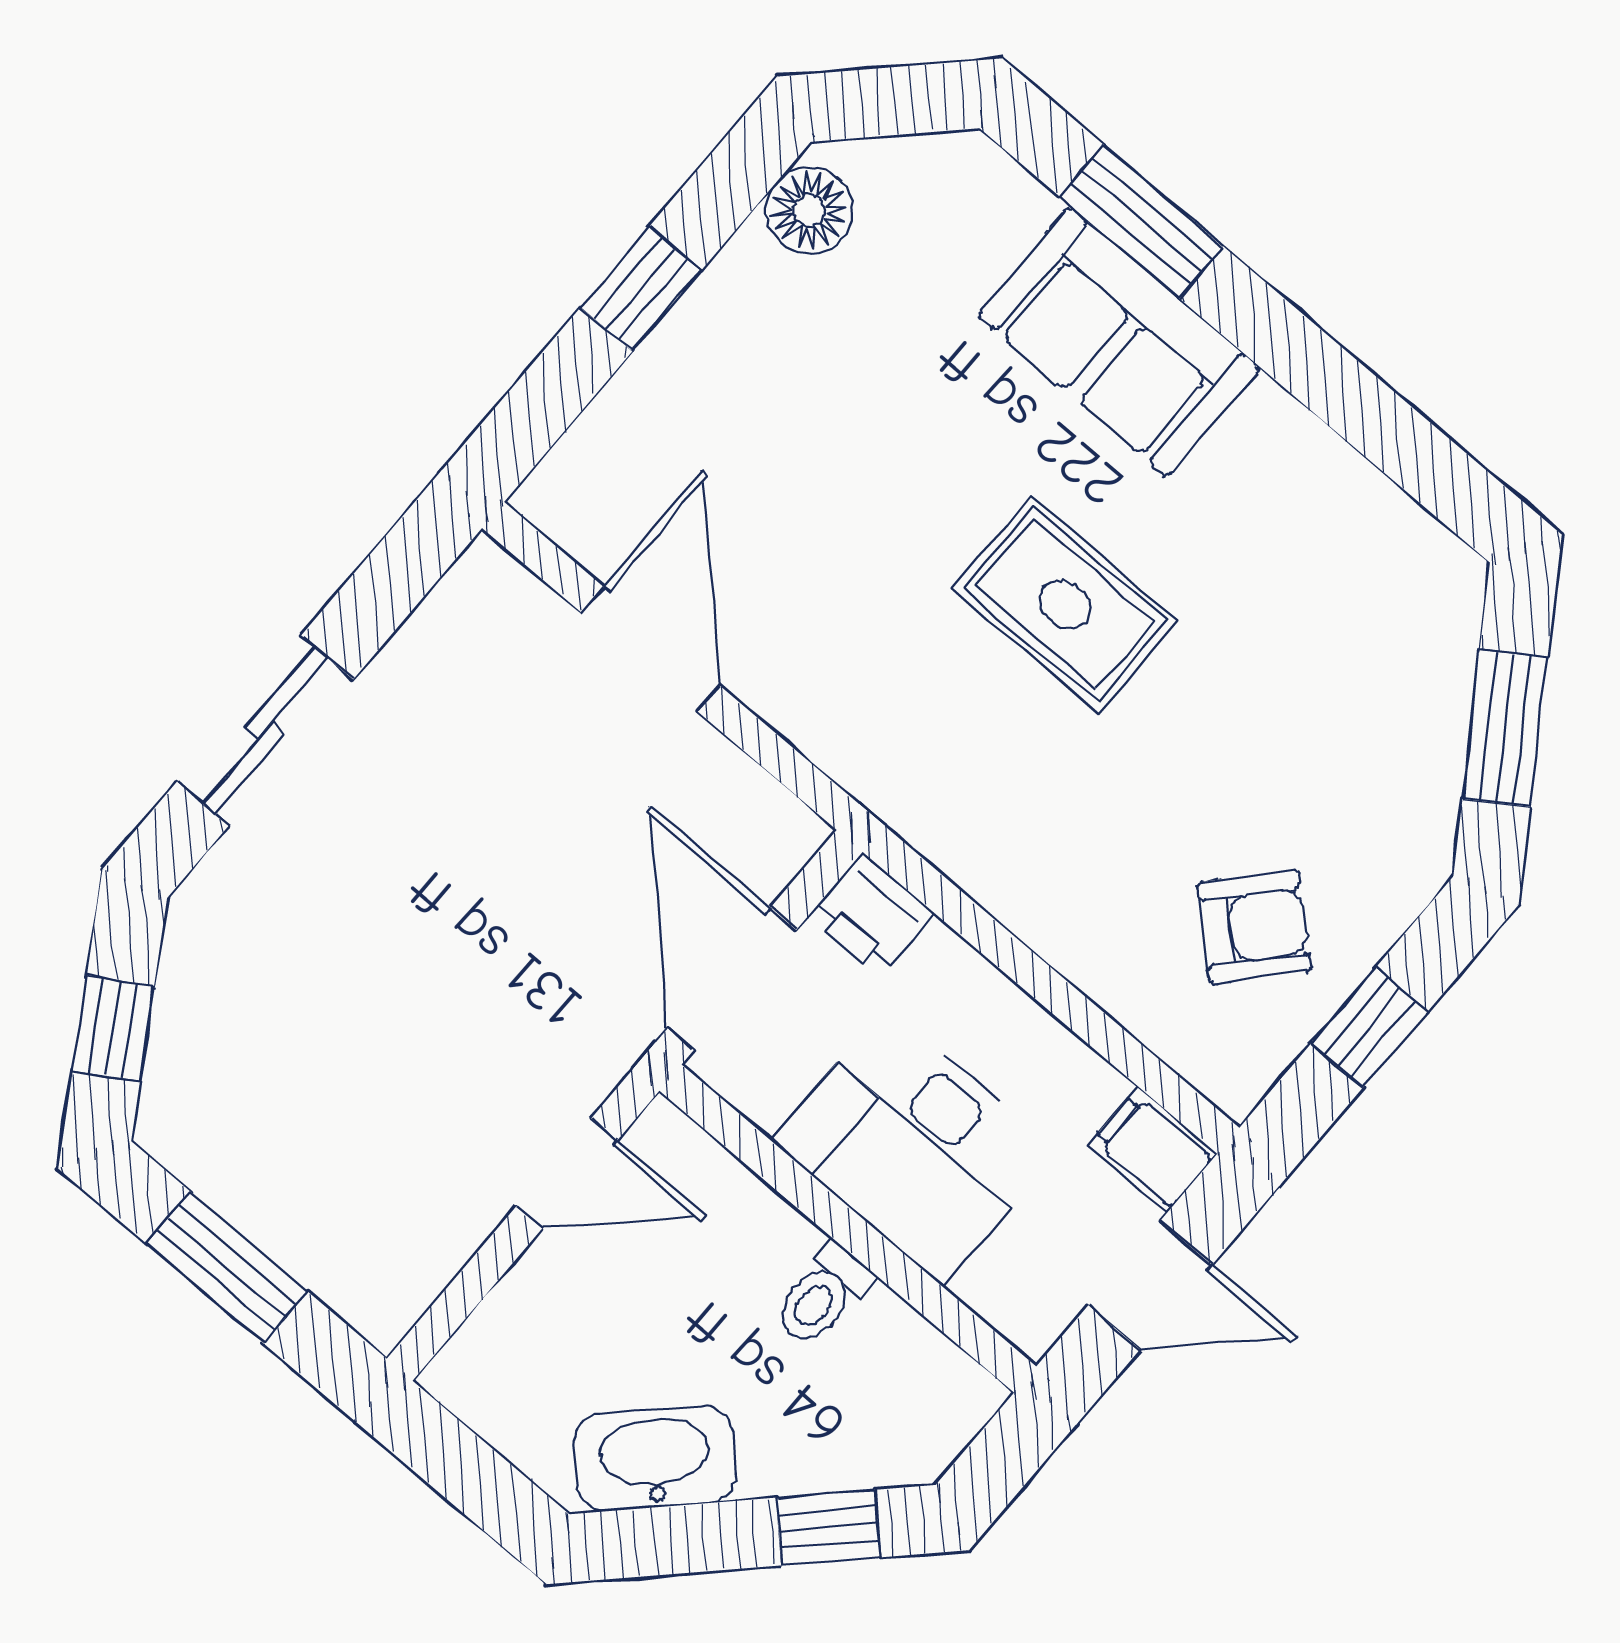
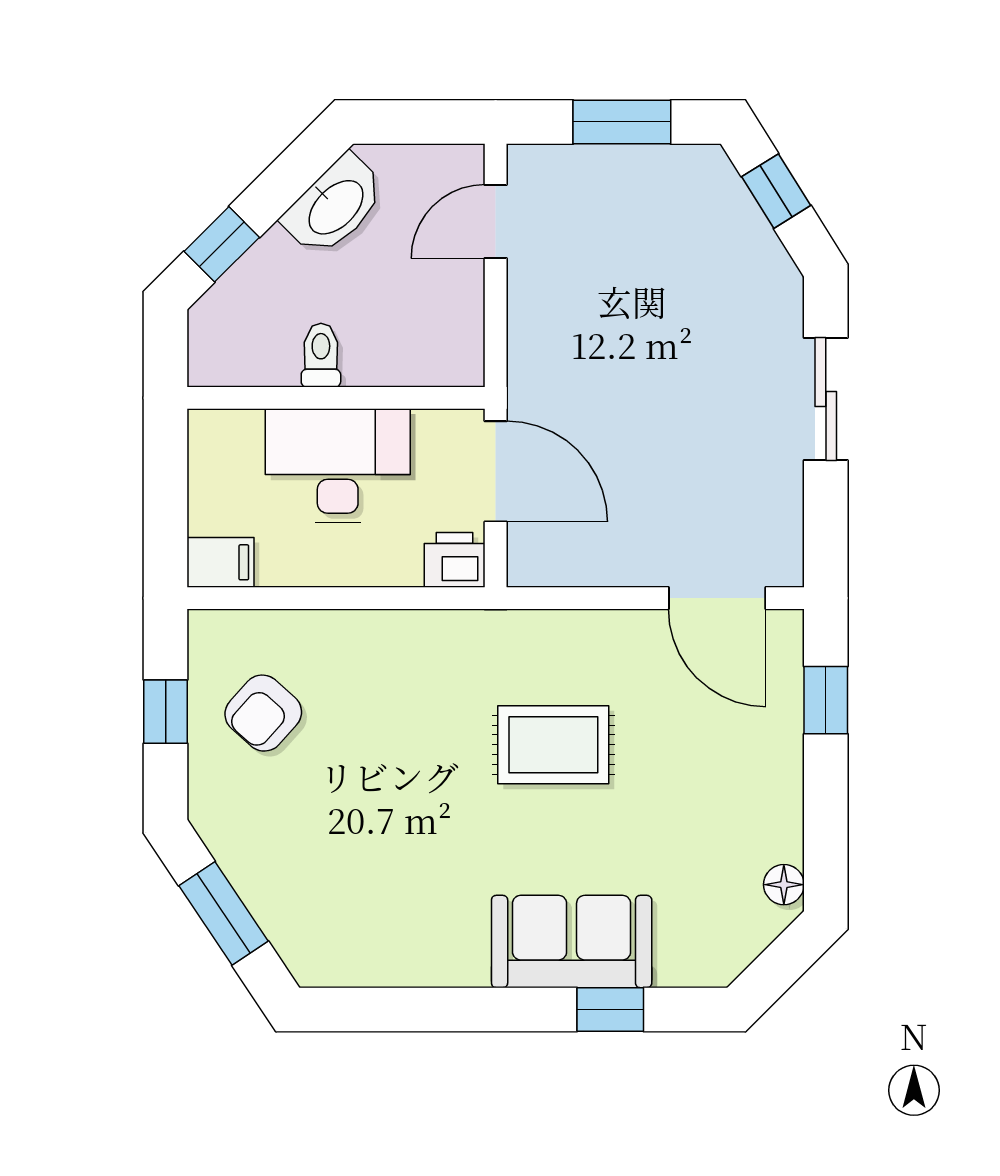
floor lamp: (809, 211) -> (784, 885), width x0.73, depth x0.73
window: (1141, 221) -> (610, 1009), width x0.67
window: (641, 289) -> (826, 700), moved
rug: (1065, 604) -> (553, 745), moved
door: (651, 649) -> (717, 598), moved
door: (567, 1173) -> (496, 222), moved
door: (1150, 1285) -> (166, 496), removed

